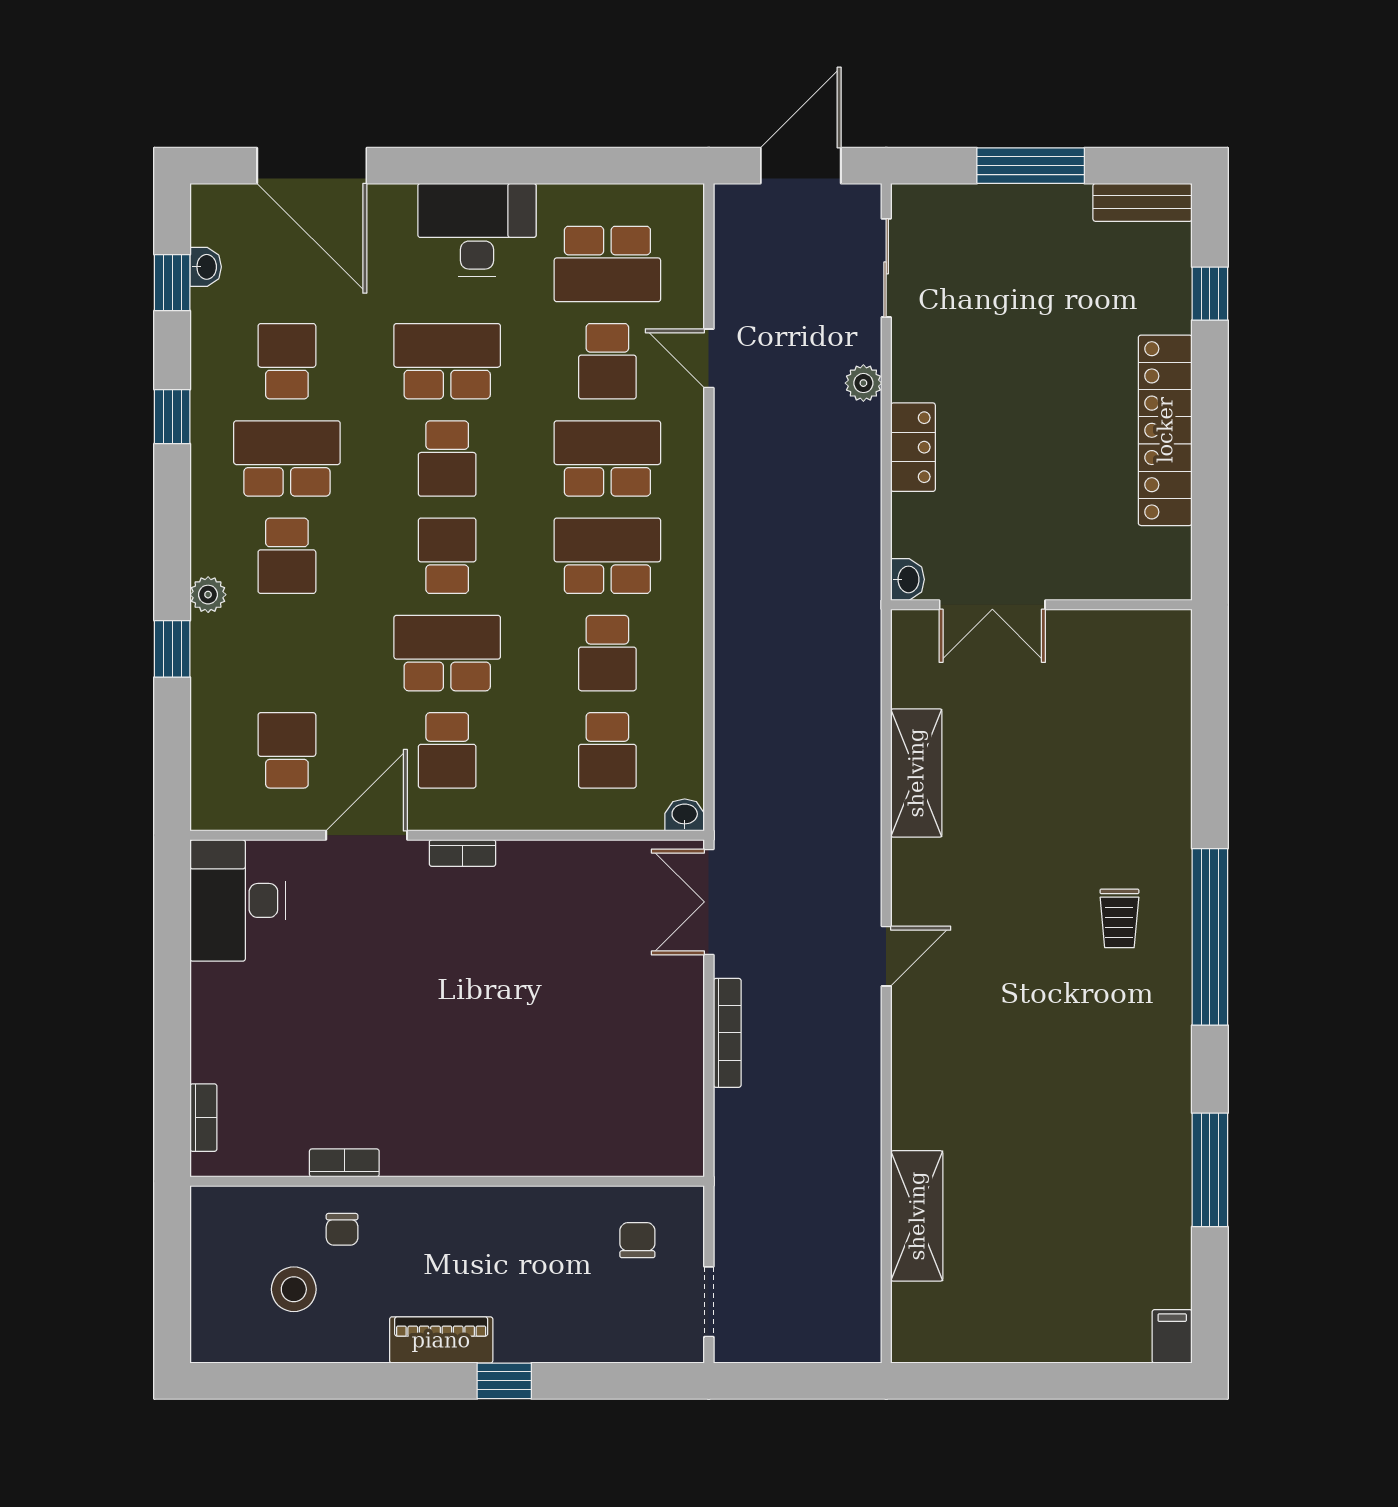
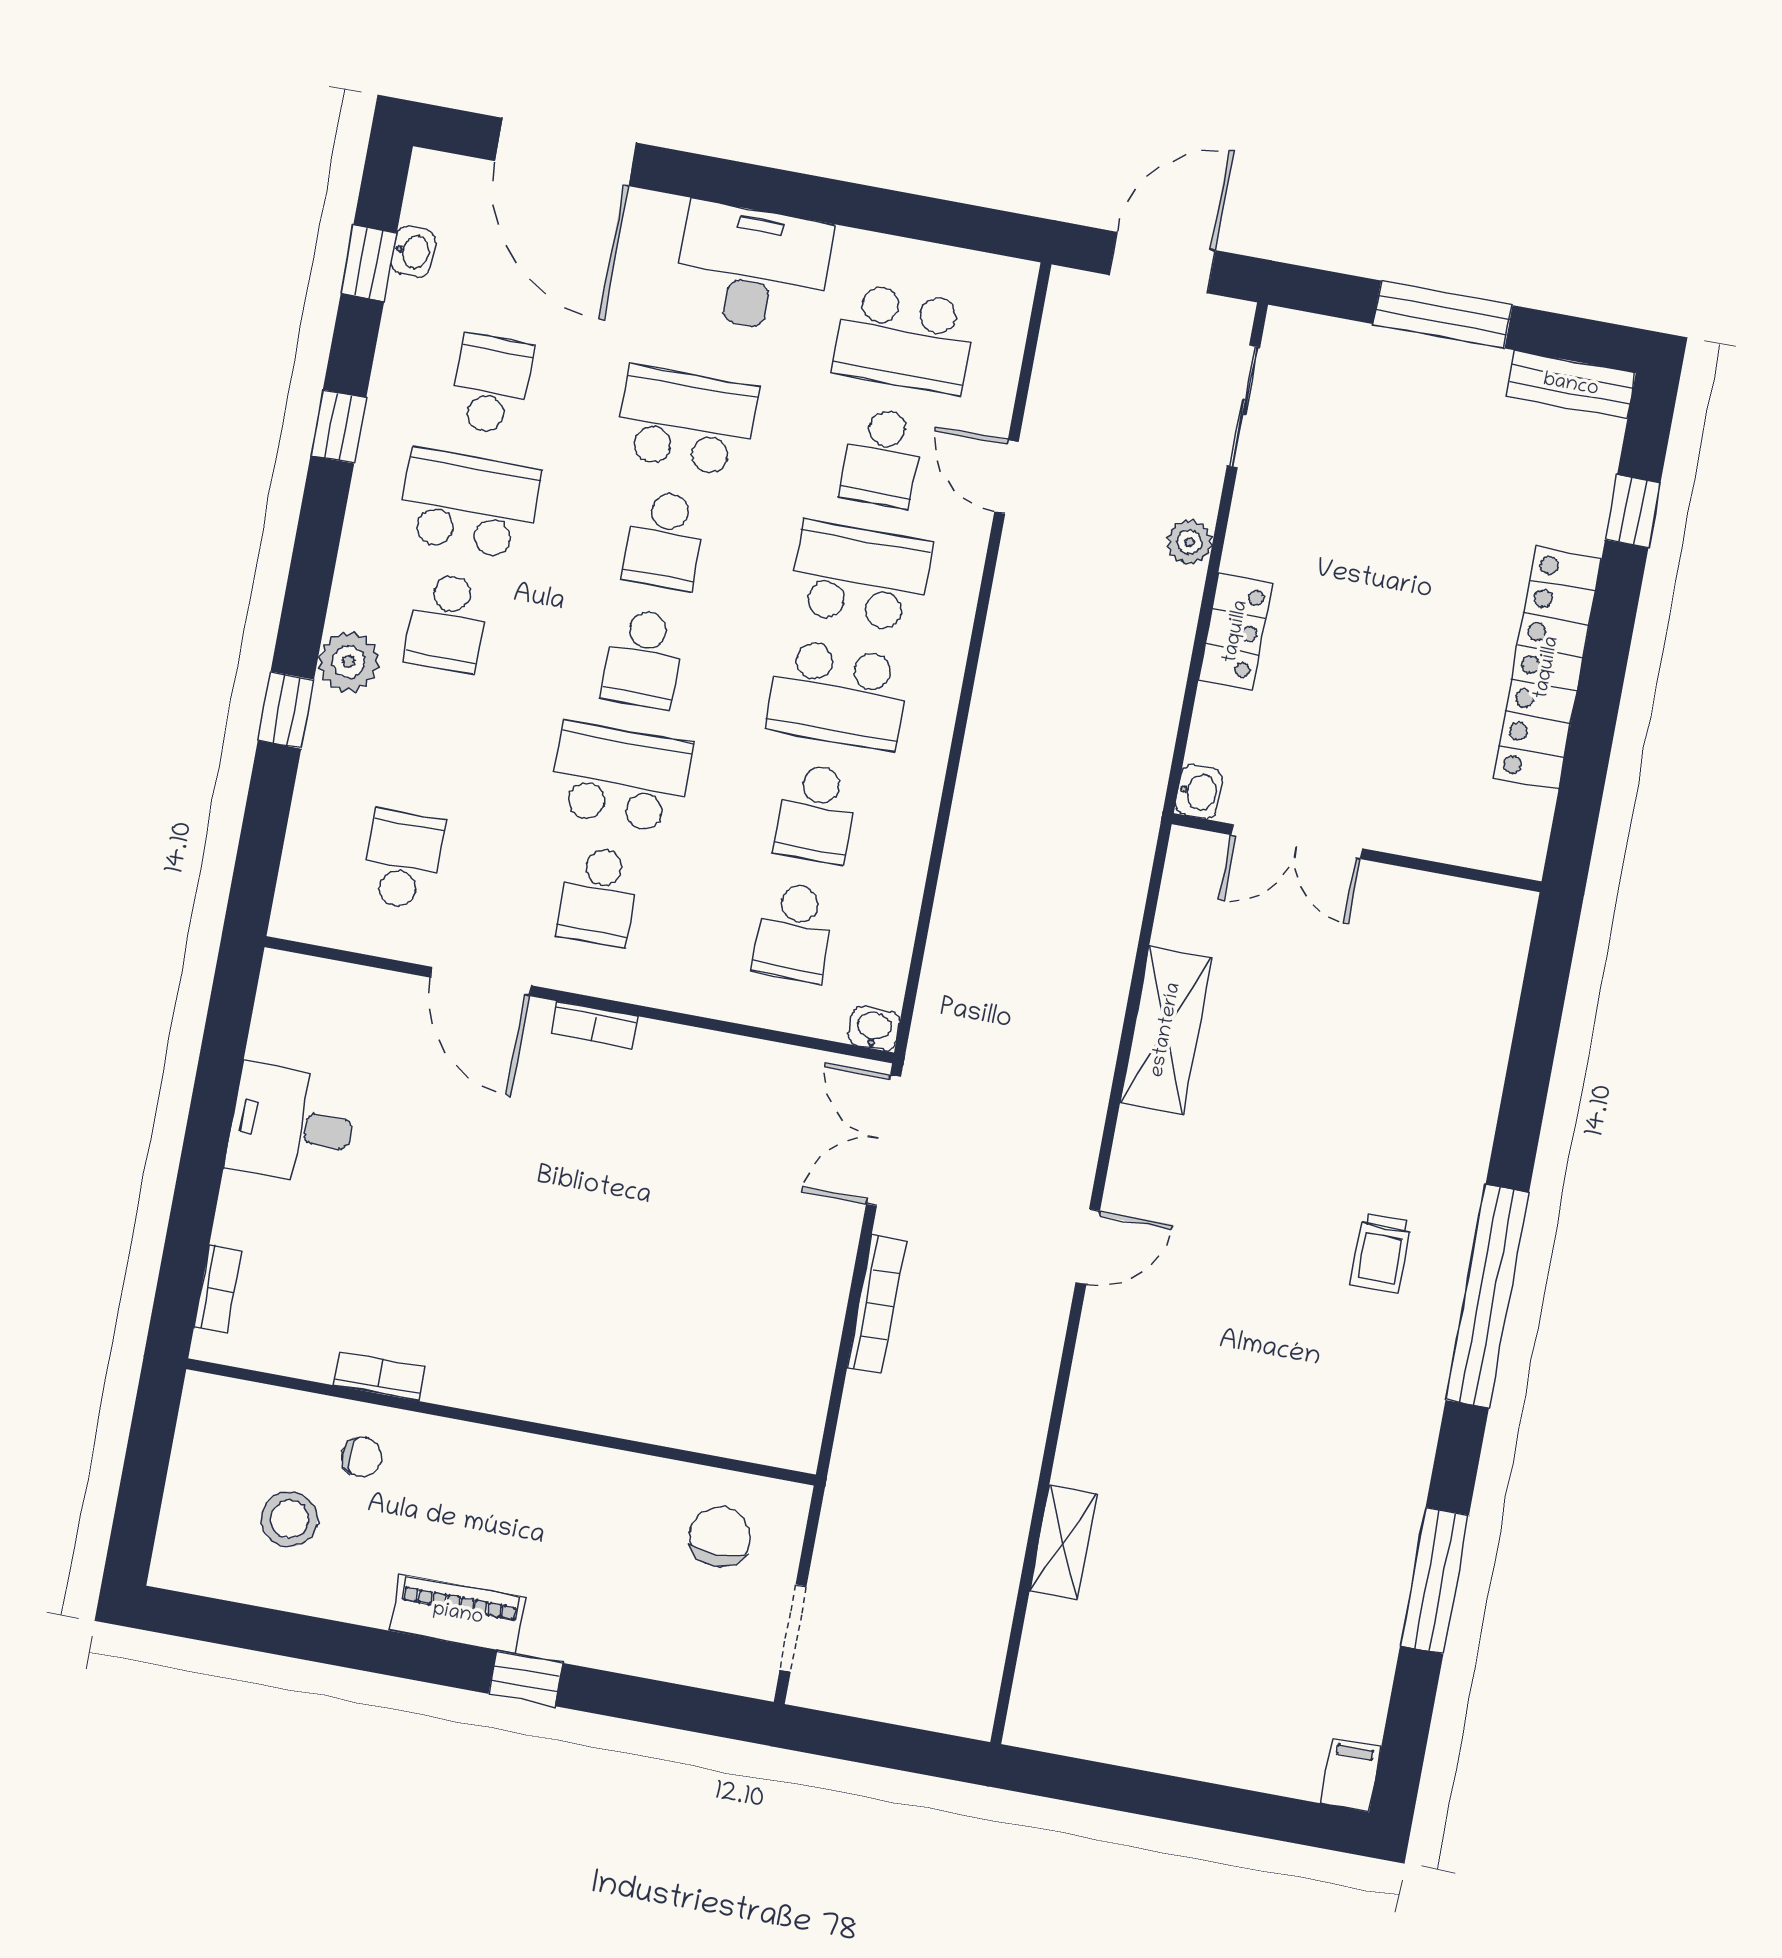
school desk: (447, 556) -> (643, 659), turned 180
school desk: (607, 556) -> (838, 695), turned 180
plant: (208, 595) -> (349, 662), width x1.38, depth x1.38
door: (367, 835) -> (481, 982), swing flipped
desk: (238, 900) -> (292, 1125), moved, width x0.73
shelving: (917, 1216) -> (1063, 1542), width x0.67, depth x0.75
chair: (342, 1229) -> (362, 1457), turned -90
chair: (637, 1240) -> (720, 1537), width x1.37, depth x1.37

